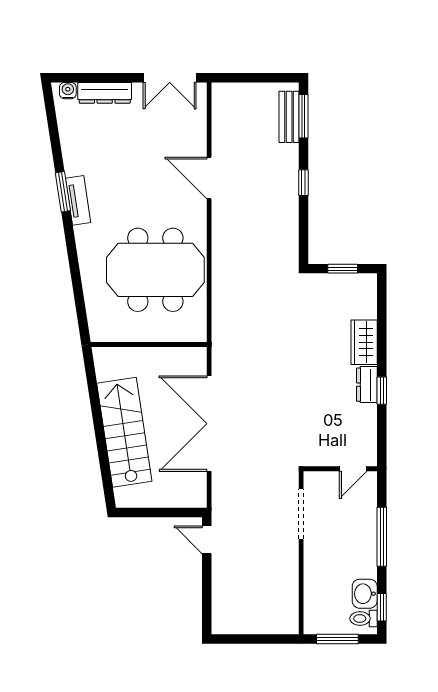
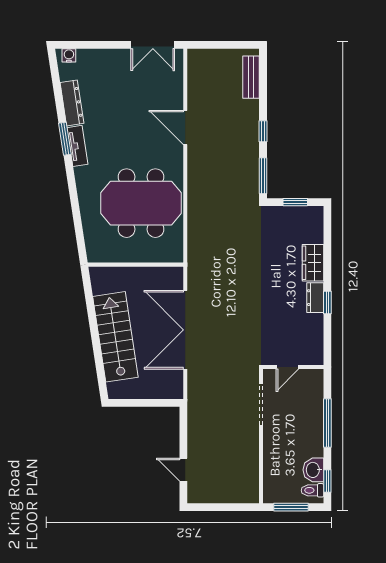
dresser: (105, 93) -> (72, 103), moved, turned -99
window: (303, 116) -> (263, 176), moved
door: (353, 469) -> (287, 367), moved
door: (207, 540) -> (183, 470), moved

